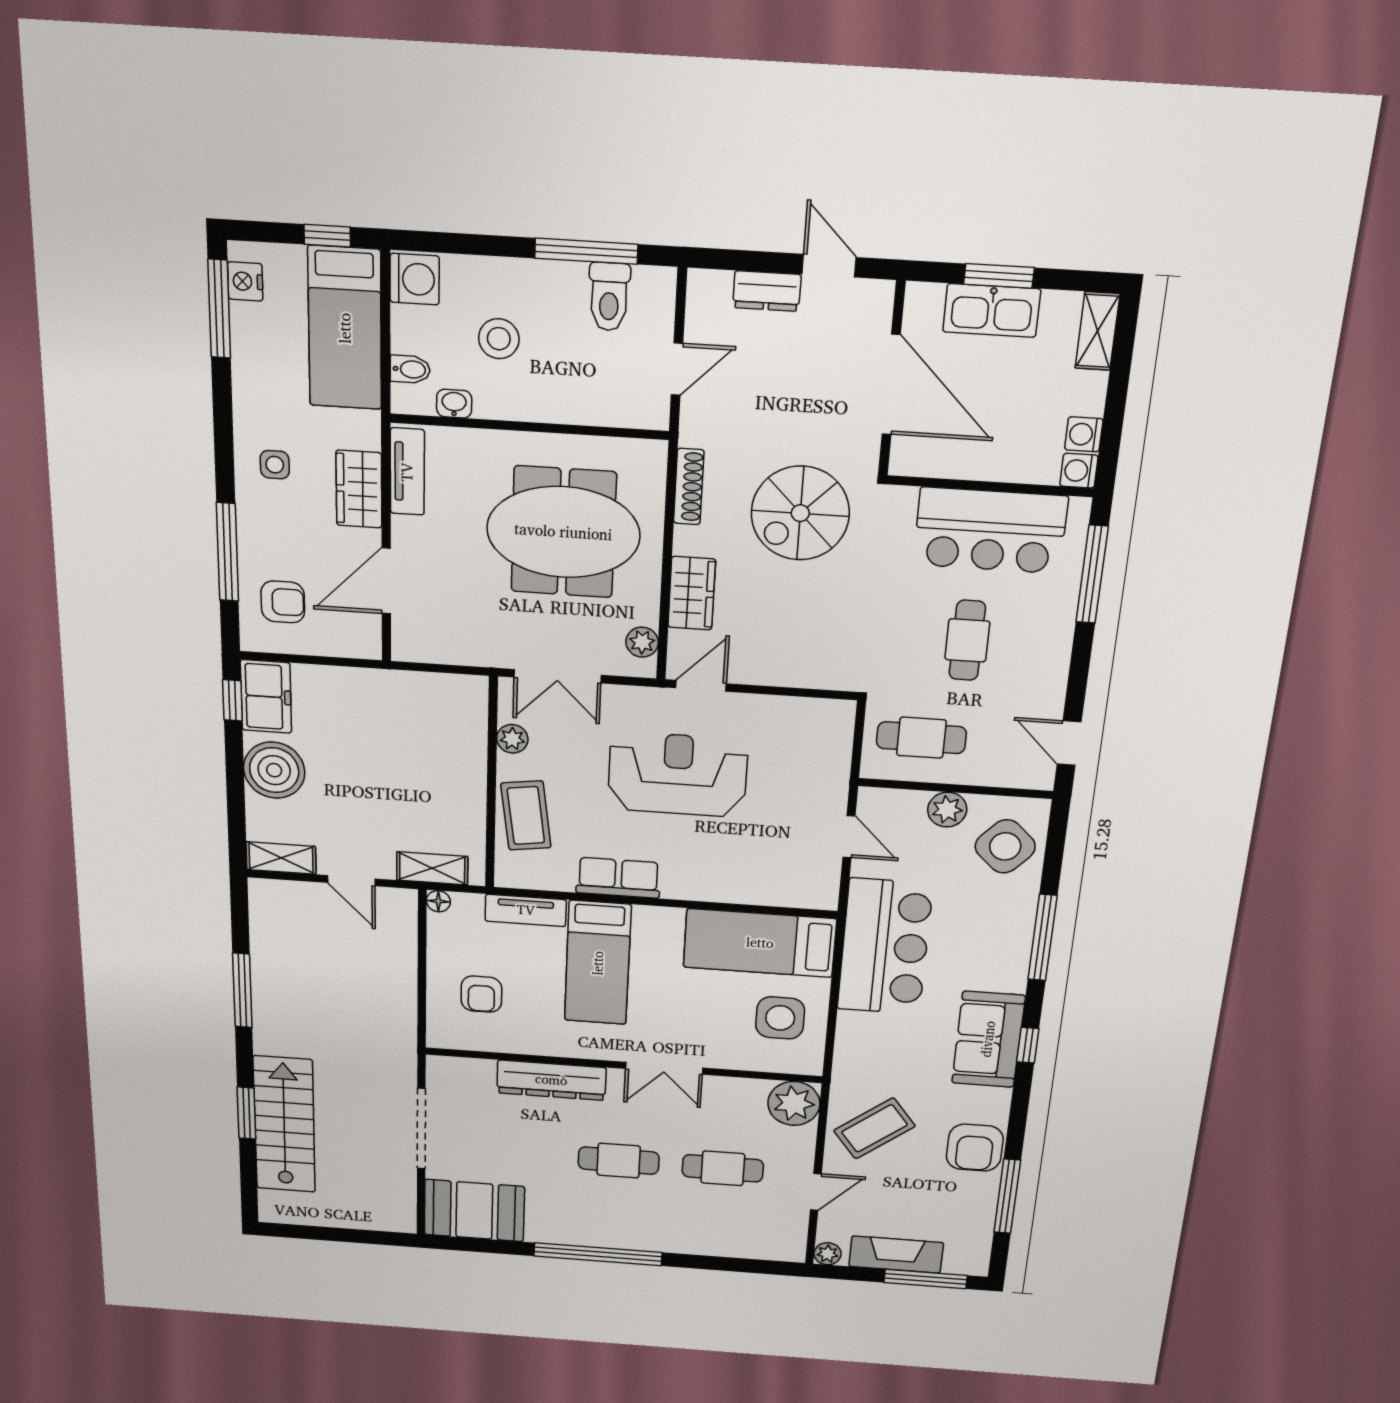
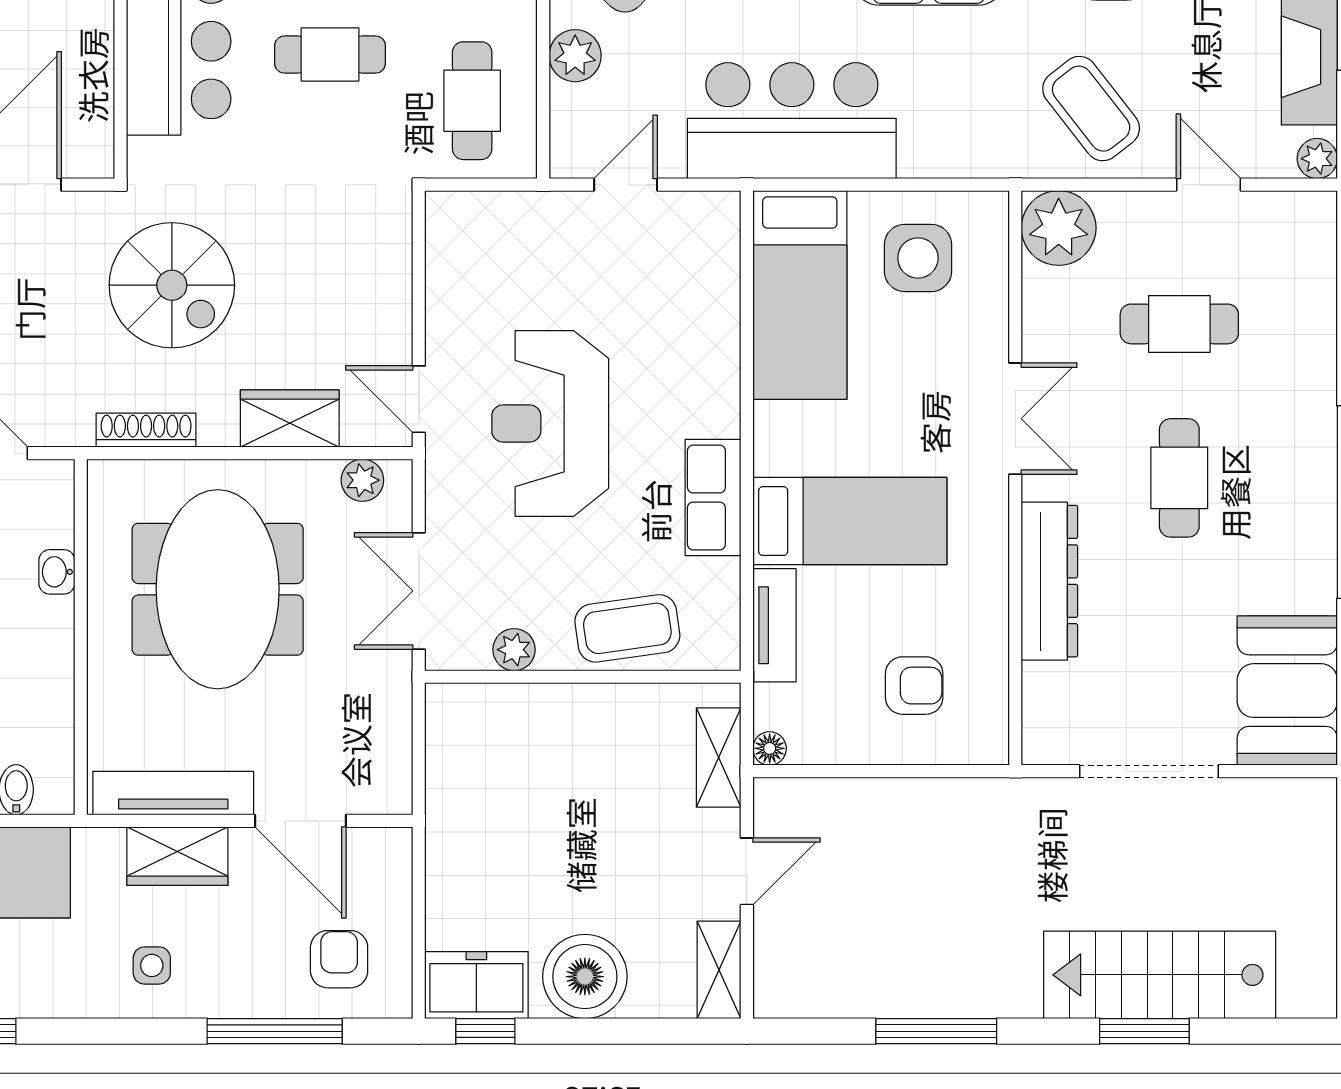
washbasin: (454, 404) -> (57, 572), moved
tv unit: (407, 472) -> (173, 793), width x1.41
double door: (558, 676) -> (419, 591), swing flipped
cafe table: (723, 1168) -> (1179, 324), turned 90

